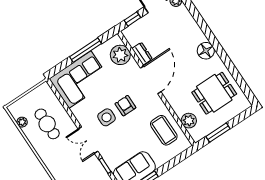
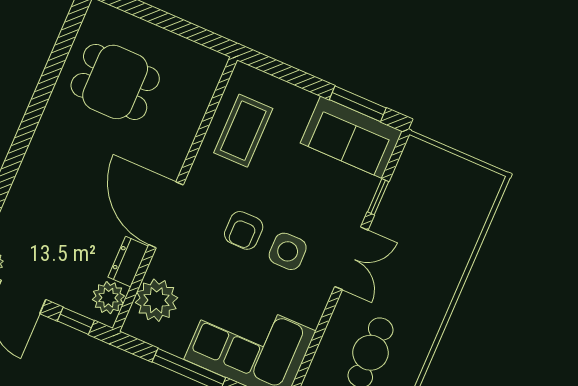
floor lamp: (206, 51) -> (47, 148), removed
door: (151, 80) -> (166, 215), hinge flipped
plant: (189, 121) -> (108, 298), moved
window: (218, 133) -> (183, 28), removed

